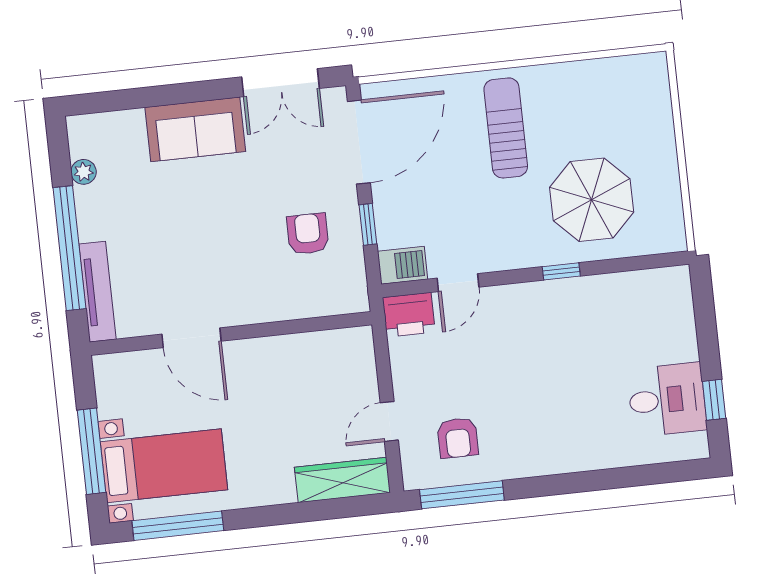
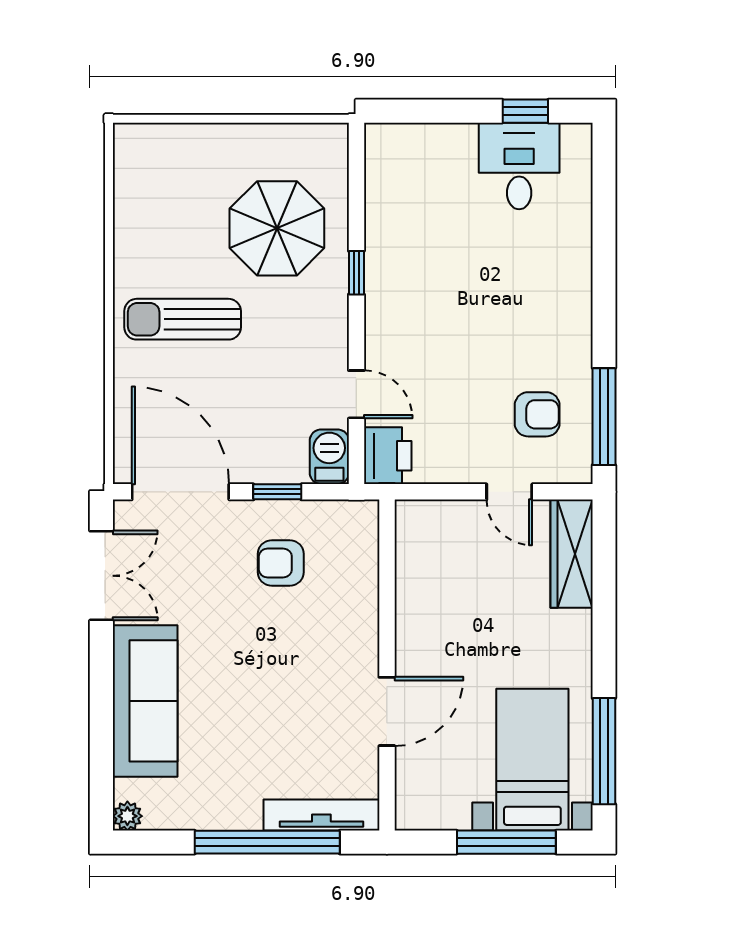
sofa: (195, 129) -> (145, 701), width x1.36
plant: (84, 172) -> (127, 816), moved

